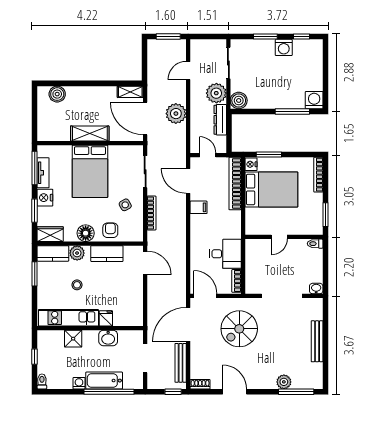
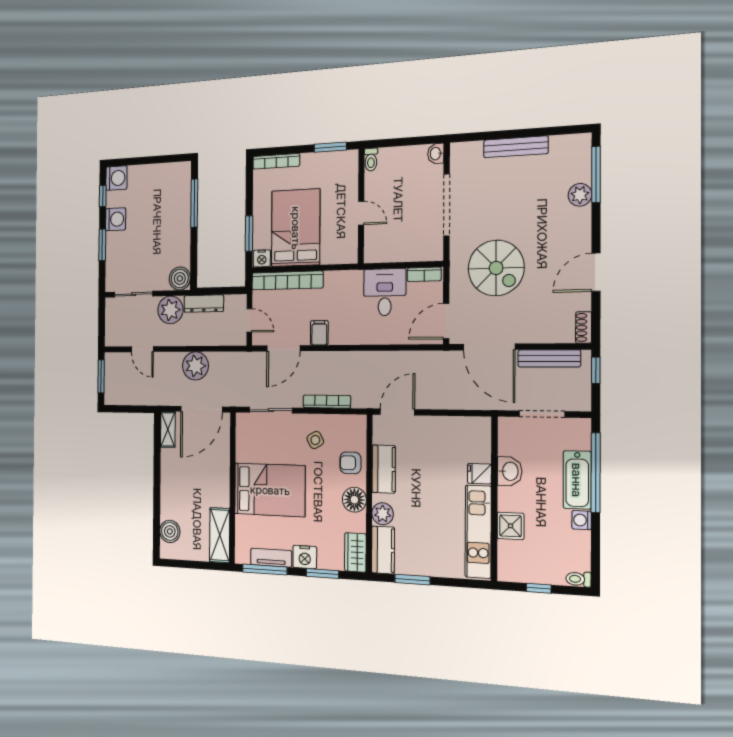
washing machine: (314, 100) -> (116, 178), moved, turned 180
shelving: (90, 133) -> (220, 535), moved
door: (208, 155) -> (249, 320), swing flipped
stool: (77, 285) -> (429, 516), removed

